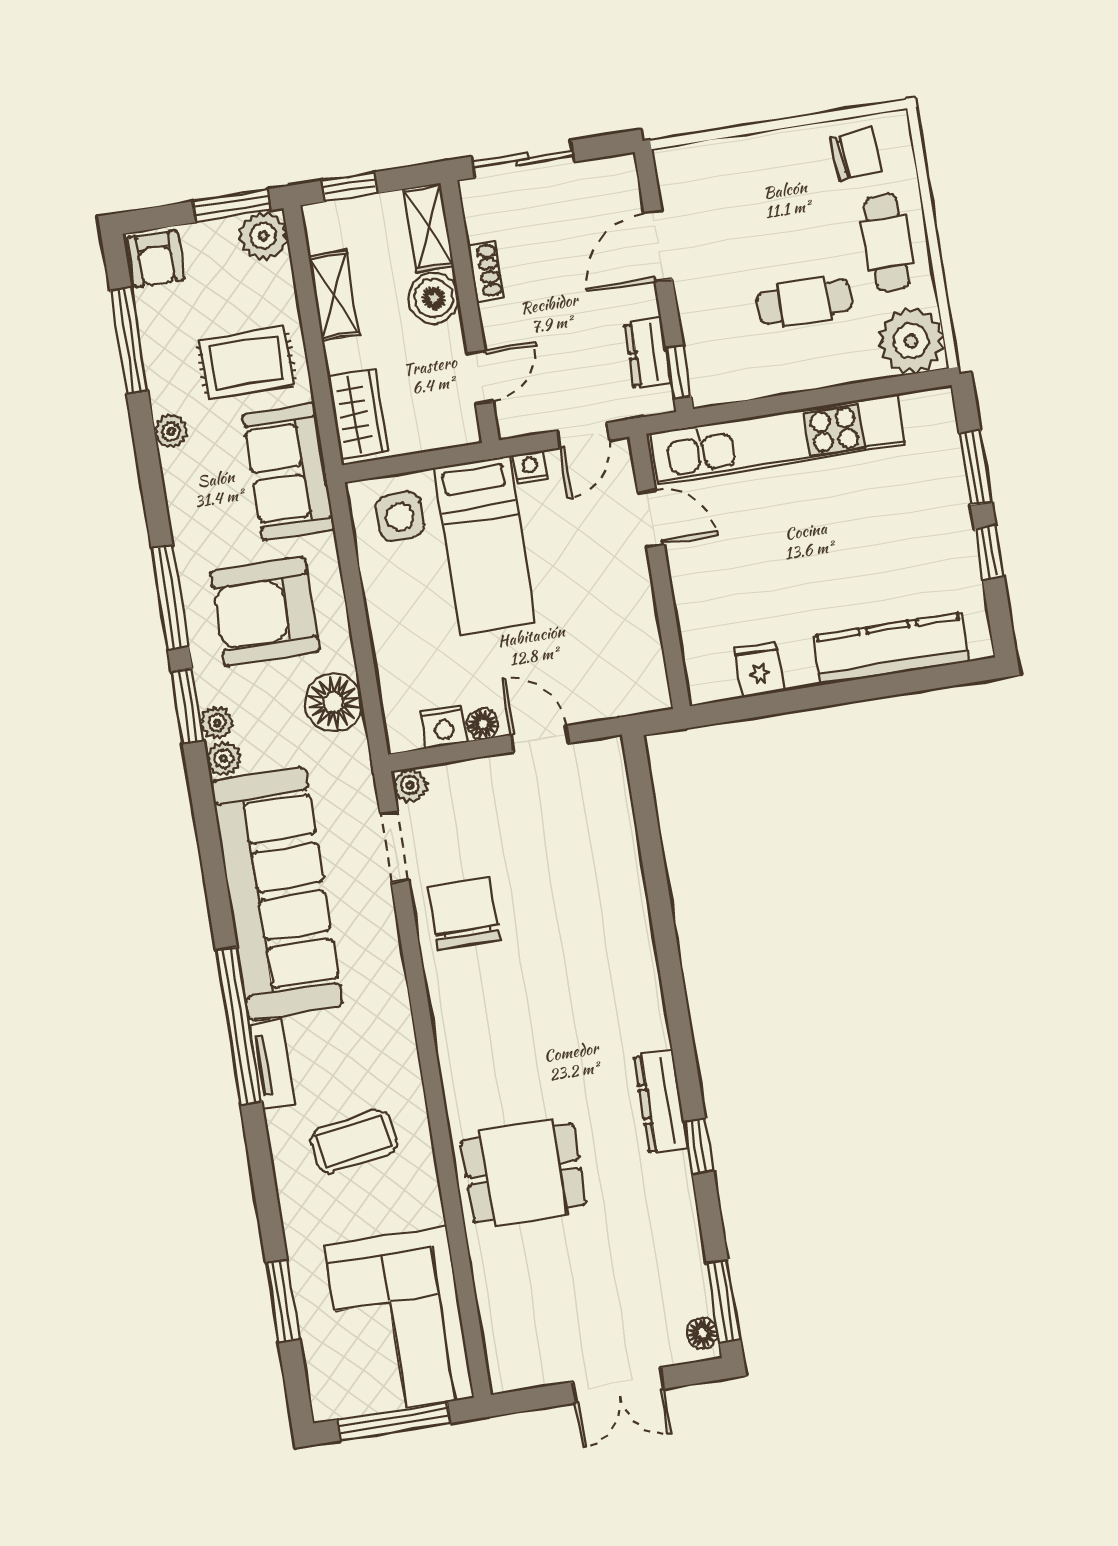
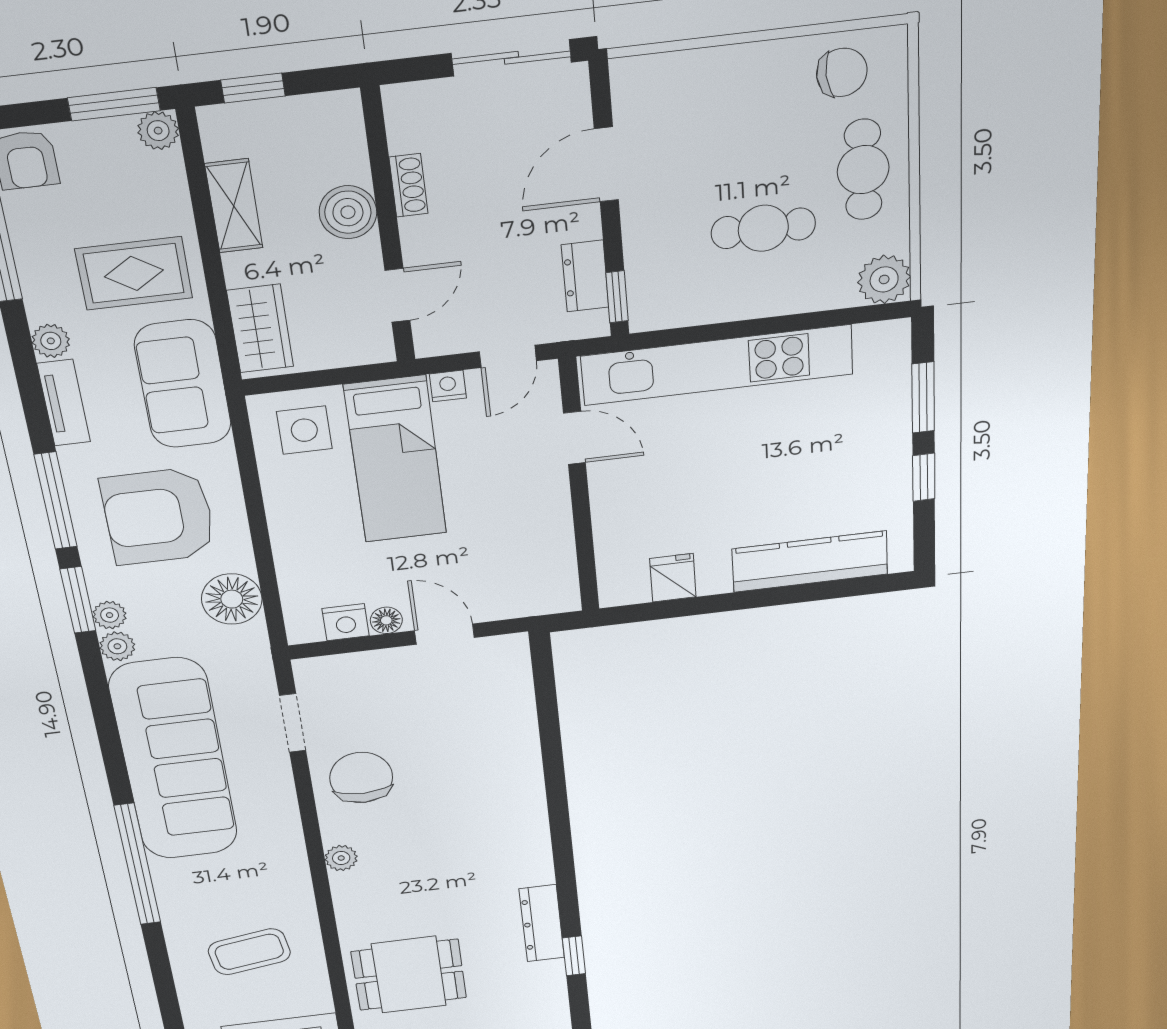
sliding door: (523, 159) -> (511, 58), moved
shelving: (428, 227) -> (344, 136), removed
plant: (263, 236) -> (158, 131), width x0.73, depth x0.73
plant: (911, 341) -> (884, 279), width x0.73, depth x0.73
plant: (410, 785) -> (341, 858), moved
tv unit: (272, 1064) -> (64, 403), moved

